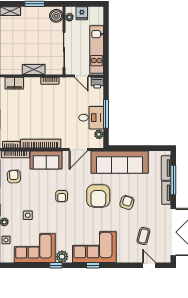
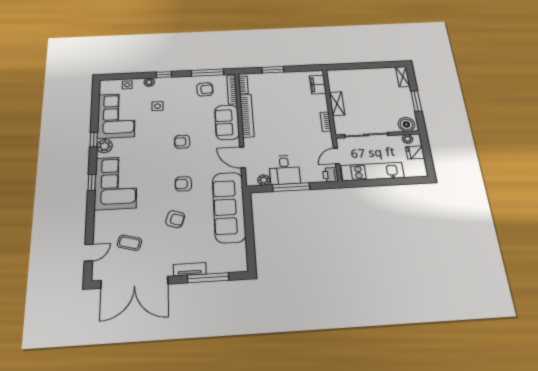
tv unit: (166, 168) -> (224, 267), removed
armchair: (98, 196) -> (183, 184), width x0.53, depth x0.53

